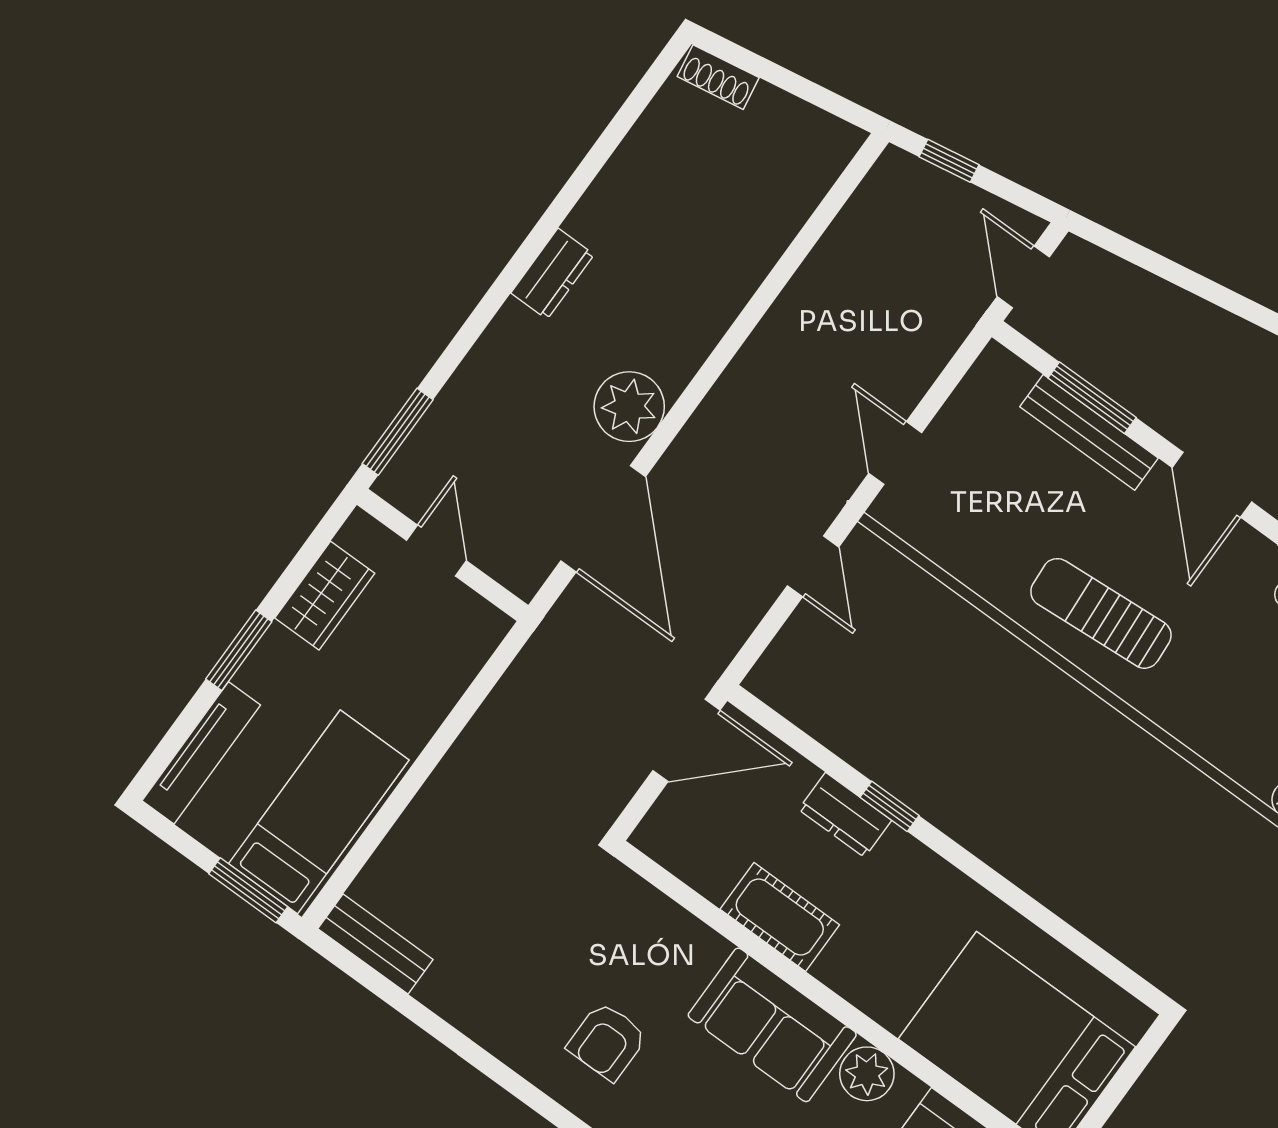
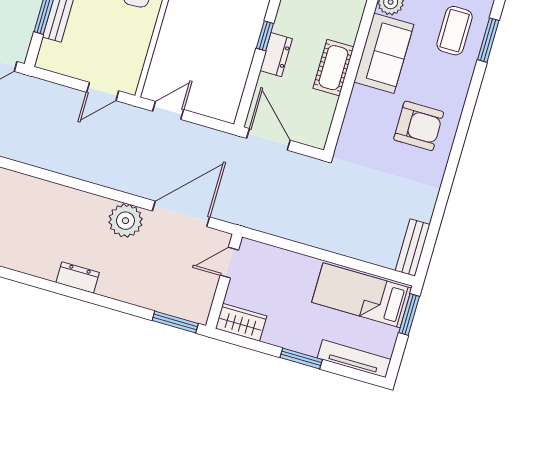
door: (436, 550) -> (229, 263), moved
wardrobe: (325, 596) -> (241, 322), moved
armchair: (607, 1041) -> (419, 126), width x1.38, depth x1.38

